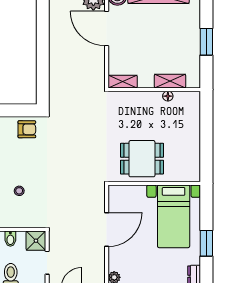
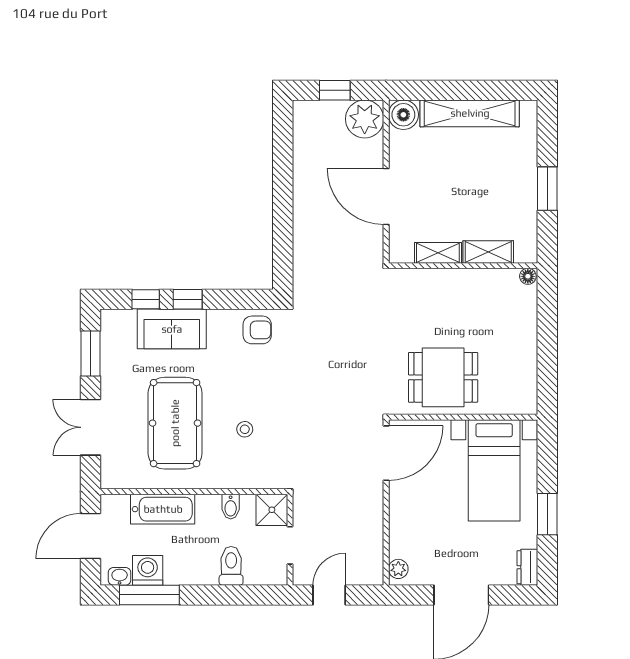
door: (107, 28) -> (386, 197), moved
shelving: (123, 82) -> (438, 253), moved
floor lamp: (168, 96) -> (528, 276), moved
door: (107, 230) -> (386, 453), moved

